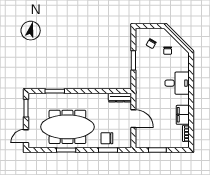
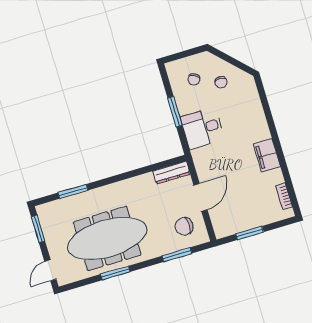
desk: (177, 83) -> (202, 128), moved, turned 180
filing cabinet: (183, 115) -> (267, 155), moved
door: (133, 119) -> (201, 197), hinge flipped
chair: (107, 138) -> (184, 226), moved

